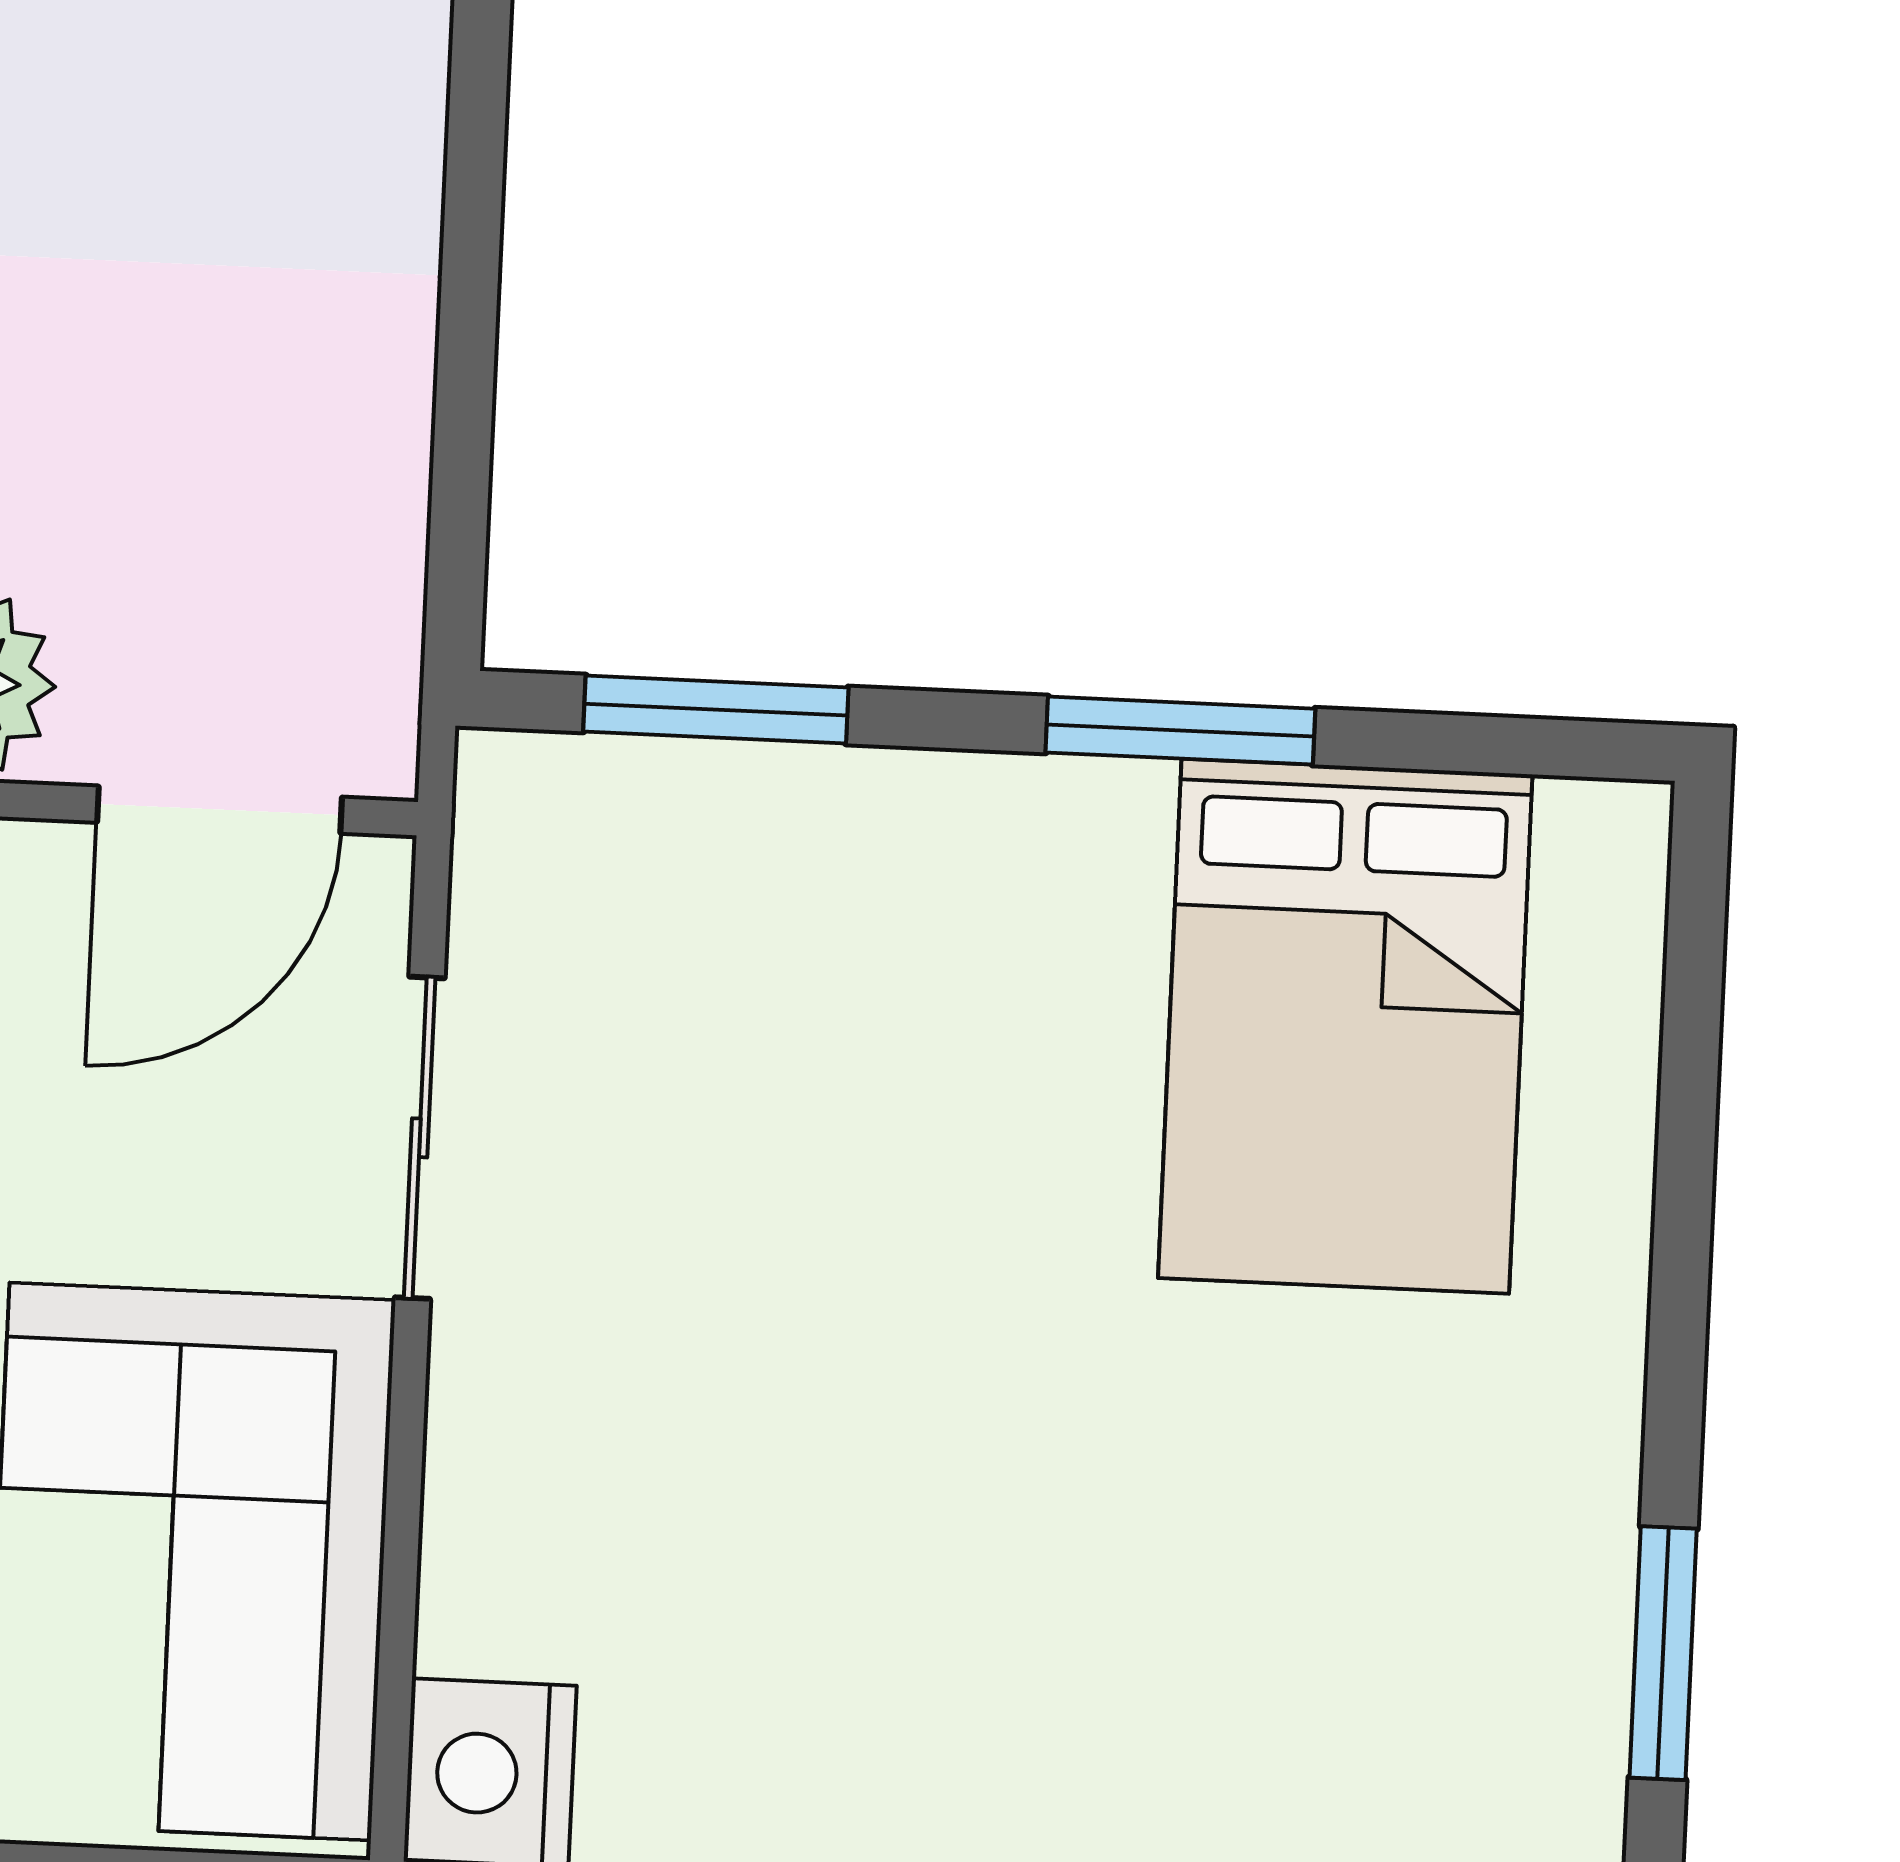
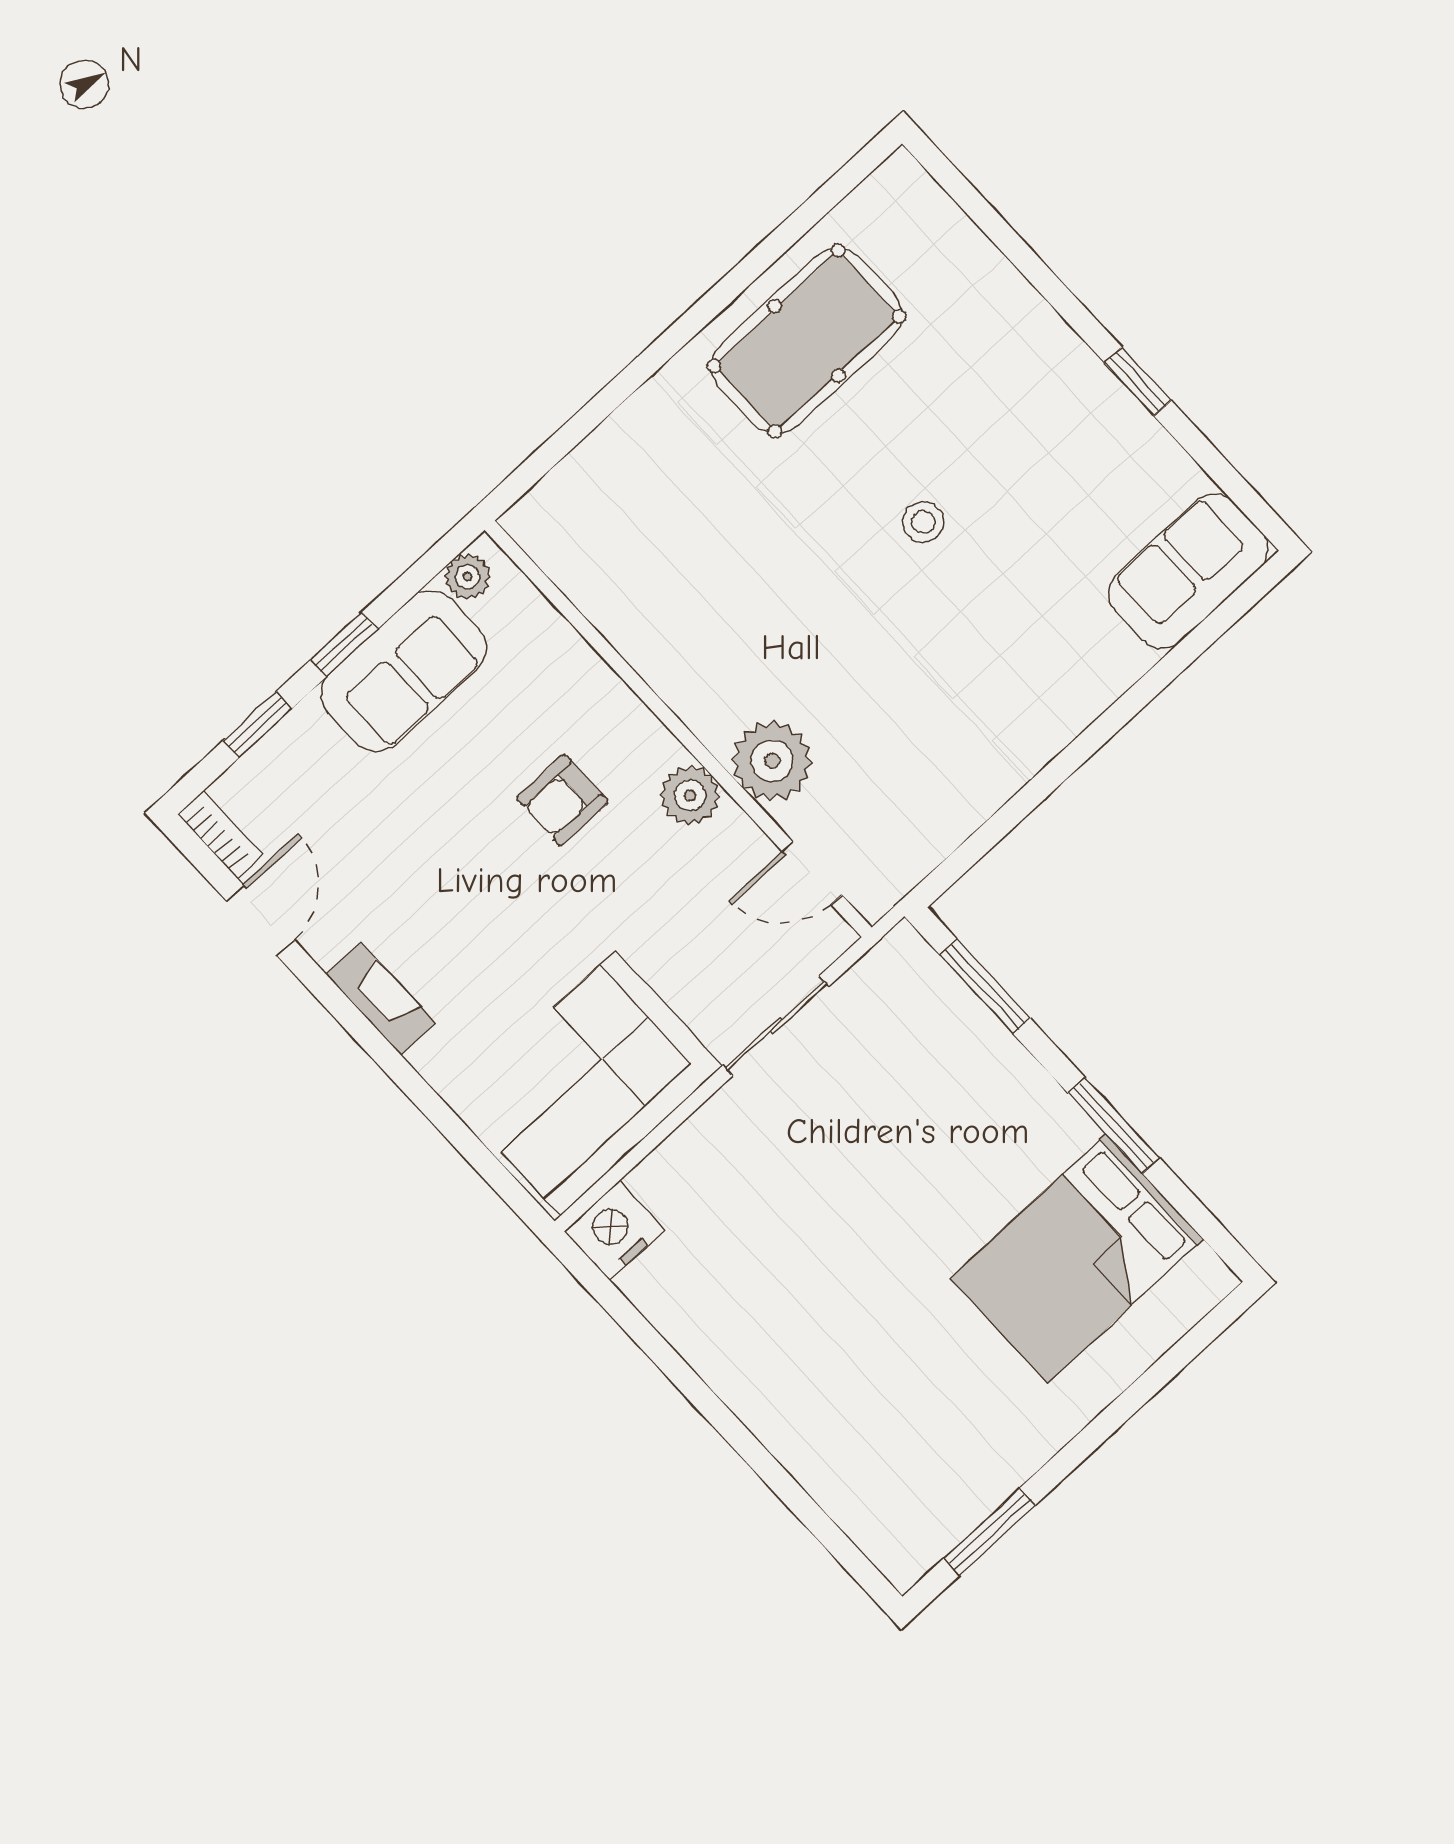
door: (219, 810) -> (812, 873), width x0.73

